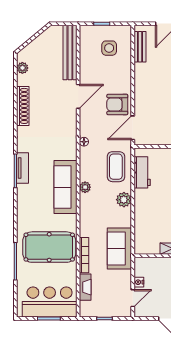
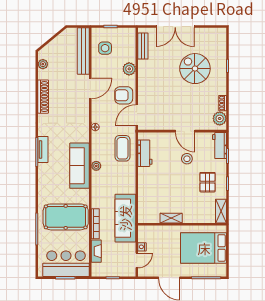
side table: (109, 48) -> (105, 48), moved
plant: (124, 200) -> (129, 69), moved
sofa: (119, 249) -> (125, 218), width x1.36

